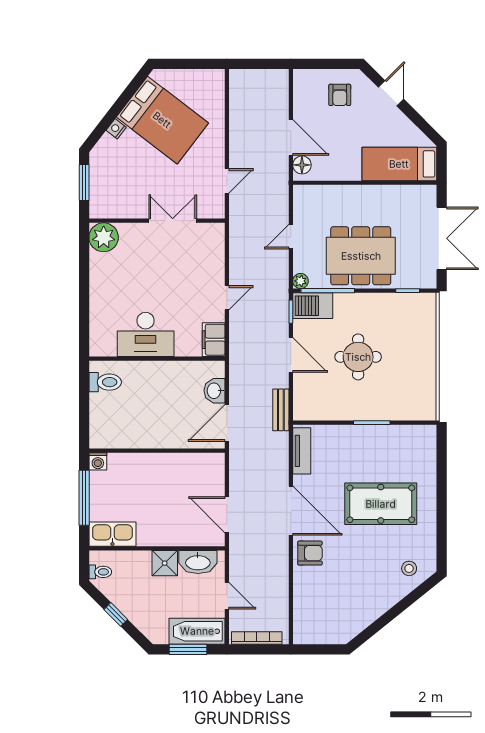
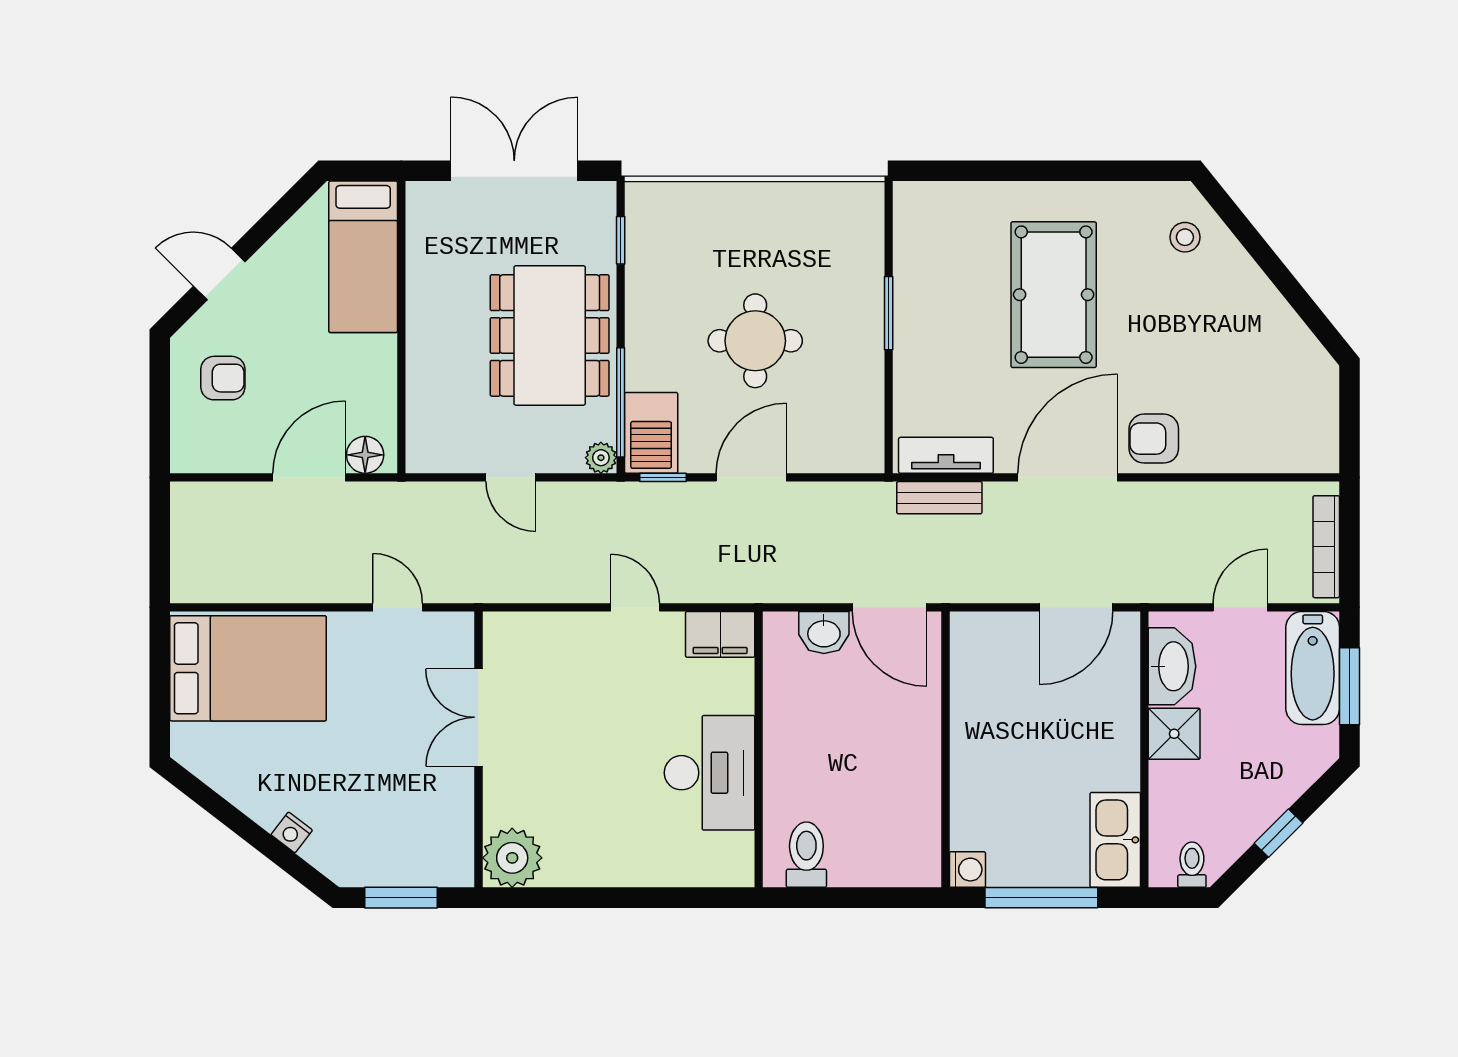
bed: (162, 120) -> (248, 668), moved, turned 52
bench: (281, 410) -> (939, 498), moved
armchair: (310, 553) -> (1154, 439), turned -90

